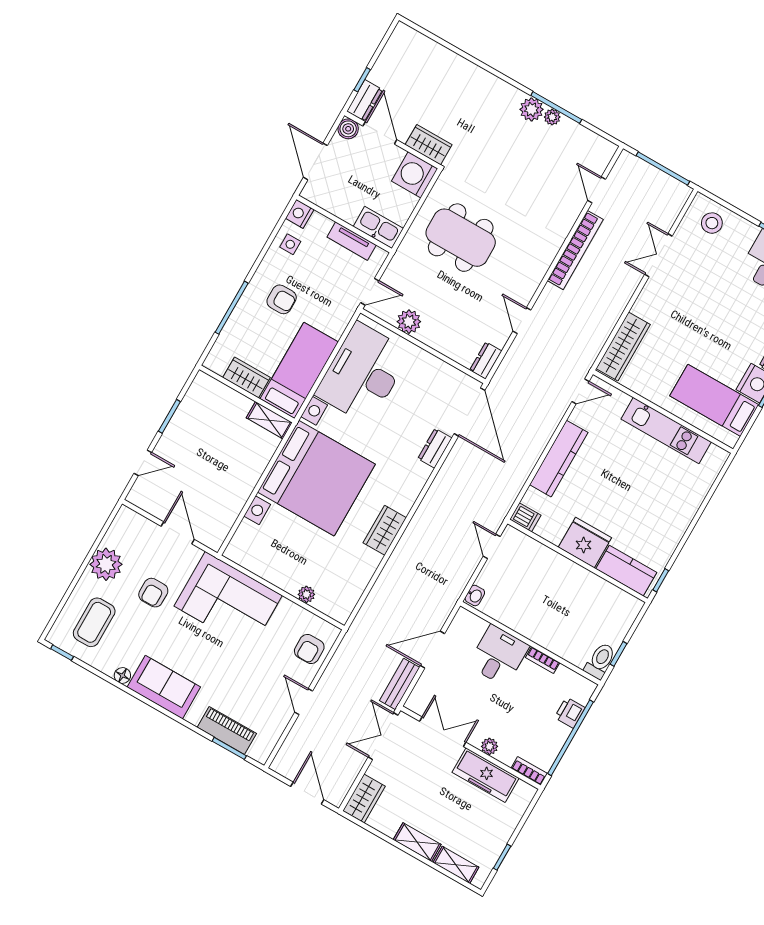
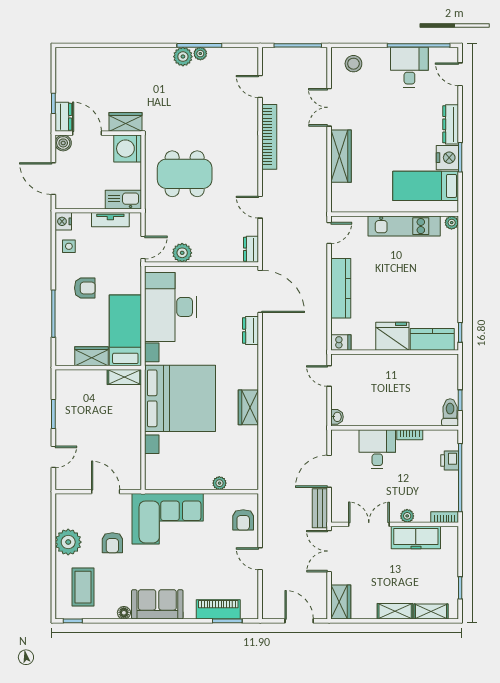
wardrobe: (623, 347) -> (341, 156), moved
plant: (720, 456) -> (452, 223), added

